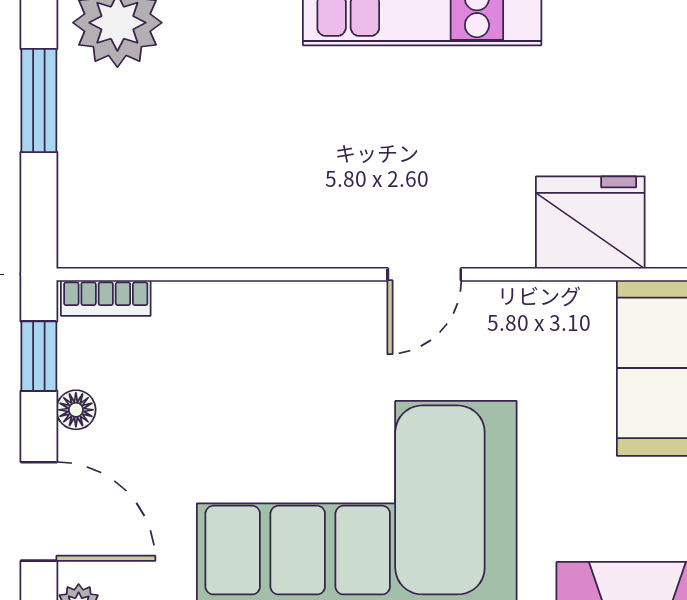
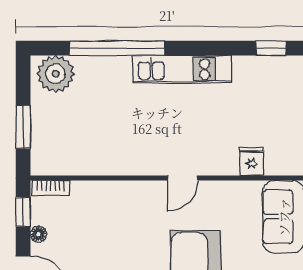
window: (39, 101) -> (23, 127), moved
fridge: (590, 222) -> (252, 161), width x0.53, depth x0.75

